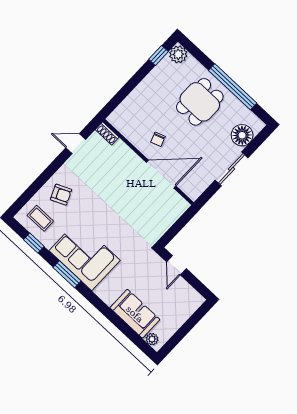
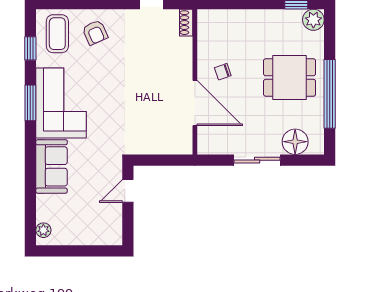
coffee table: (40, 218) -> (57, 34), width x1.36, depth x1.30
sofa: (135, 314) -> (52, 166), moved

